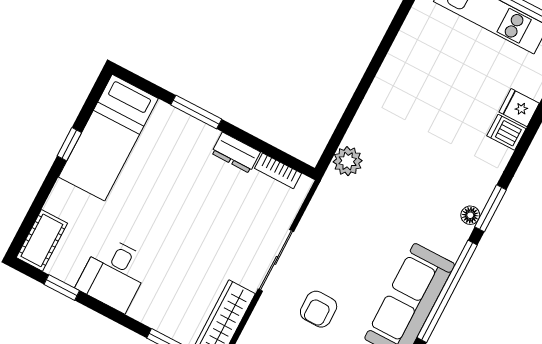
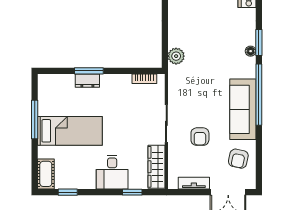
bed: (108, 138) -> (70, 131), moved, turned -90
window: (69, 144) -> (35, 119), width x2.17
dresser: (236, 153) -> (87, 81), moved
desk: (114, 274) -> (112, 172), moved

